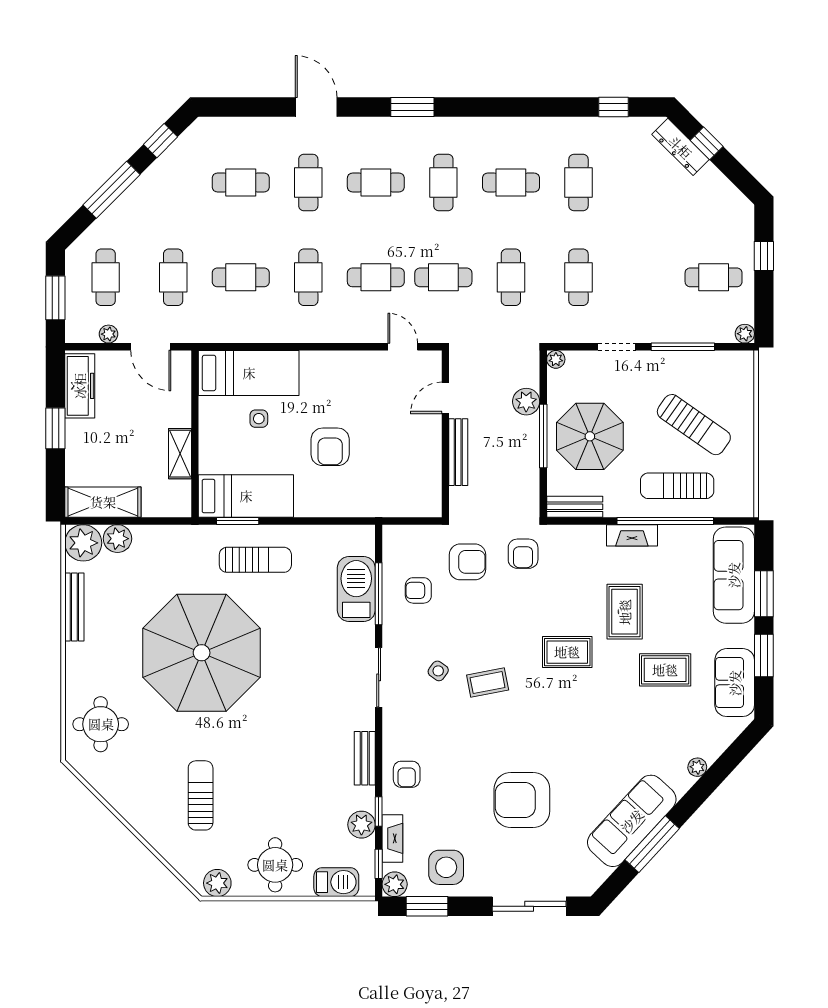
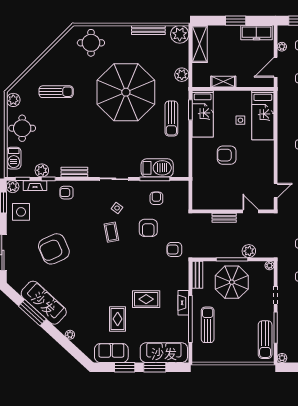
sun lounger: (694, 425) -> (265, 340), moved, turned -35
bench: (458, 452) -> (224, 218), width x0.73
plant: (117, 539) -> (182, 75), moved
armchair: (468, 562) -> (148, 228), moved
rug: (567, 652) -> (126, 271), removed
armchair: (522, 800) -> (54, 249), turned -114

